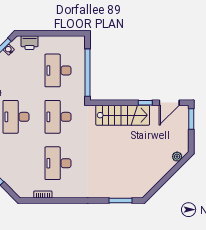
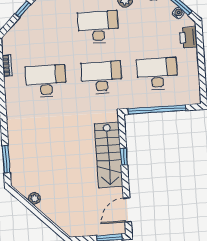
window: (145, 103) -> (124, 157), moved
door: (169, 103) -> (127, 210), hinge flipped
plant: (177, 157) -> (34, 198), moved

